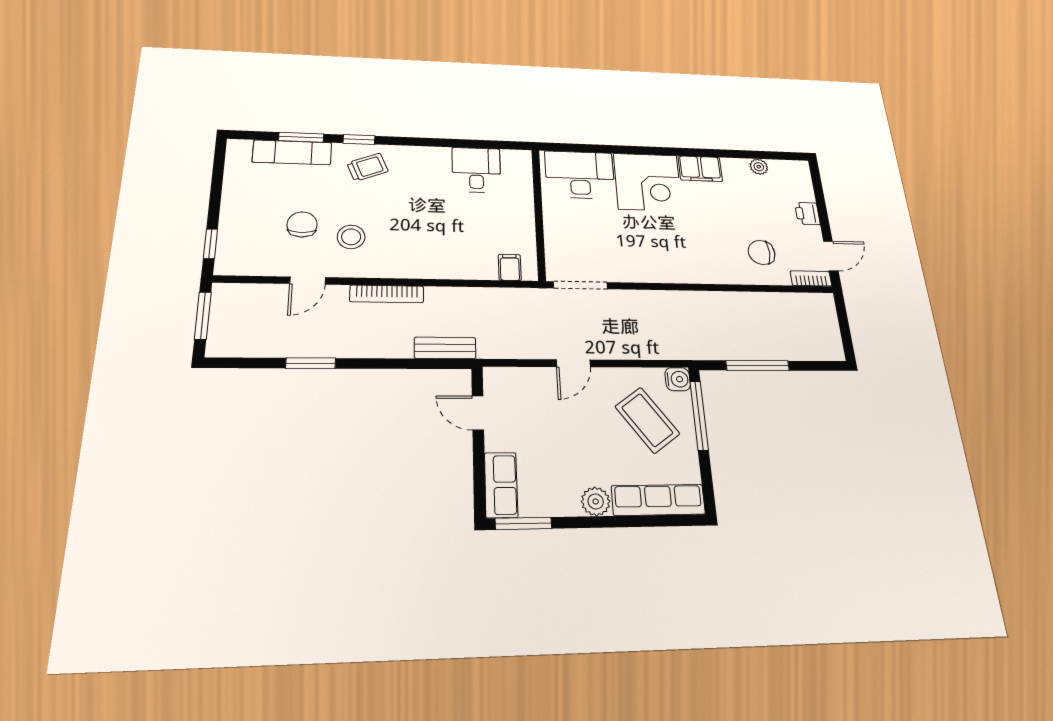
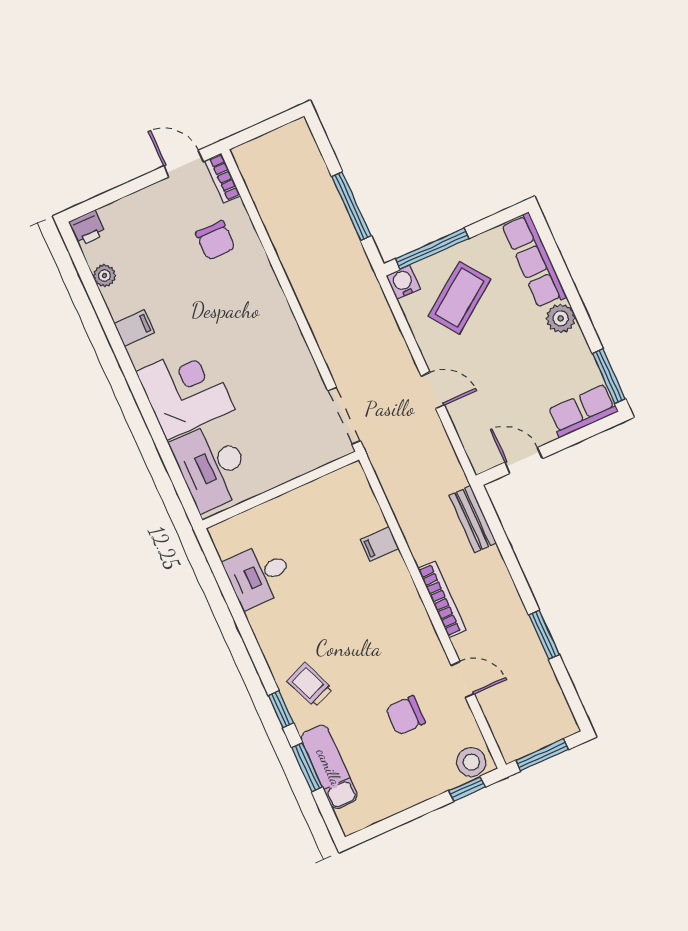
filing cabinet: (700, 169) -> (134, 328), width x0.50
printer: (807, 213) -> (87, 228), moved
stool: (351, 237) -> (471, 762), moved
filing cabinet: (510, 267) -> (380, 544), moved
door: (478, 413) -> (524, 460), swing flipped

